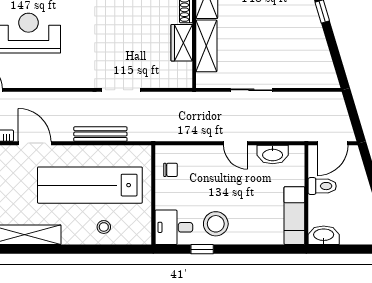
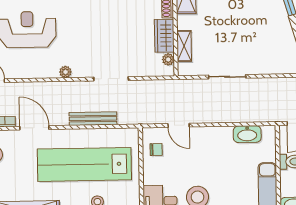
shelving: (206, 46) -> (184, 46), width x0.67, depth x0.75
plant: (186, 69) -> (168, 59), added
plant: (70, 81) -> (65, 72), added
door: (235, 143) -> (179, 125), moved

